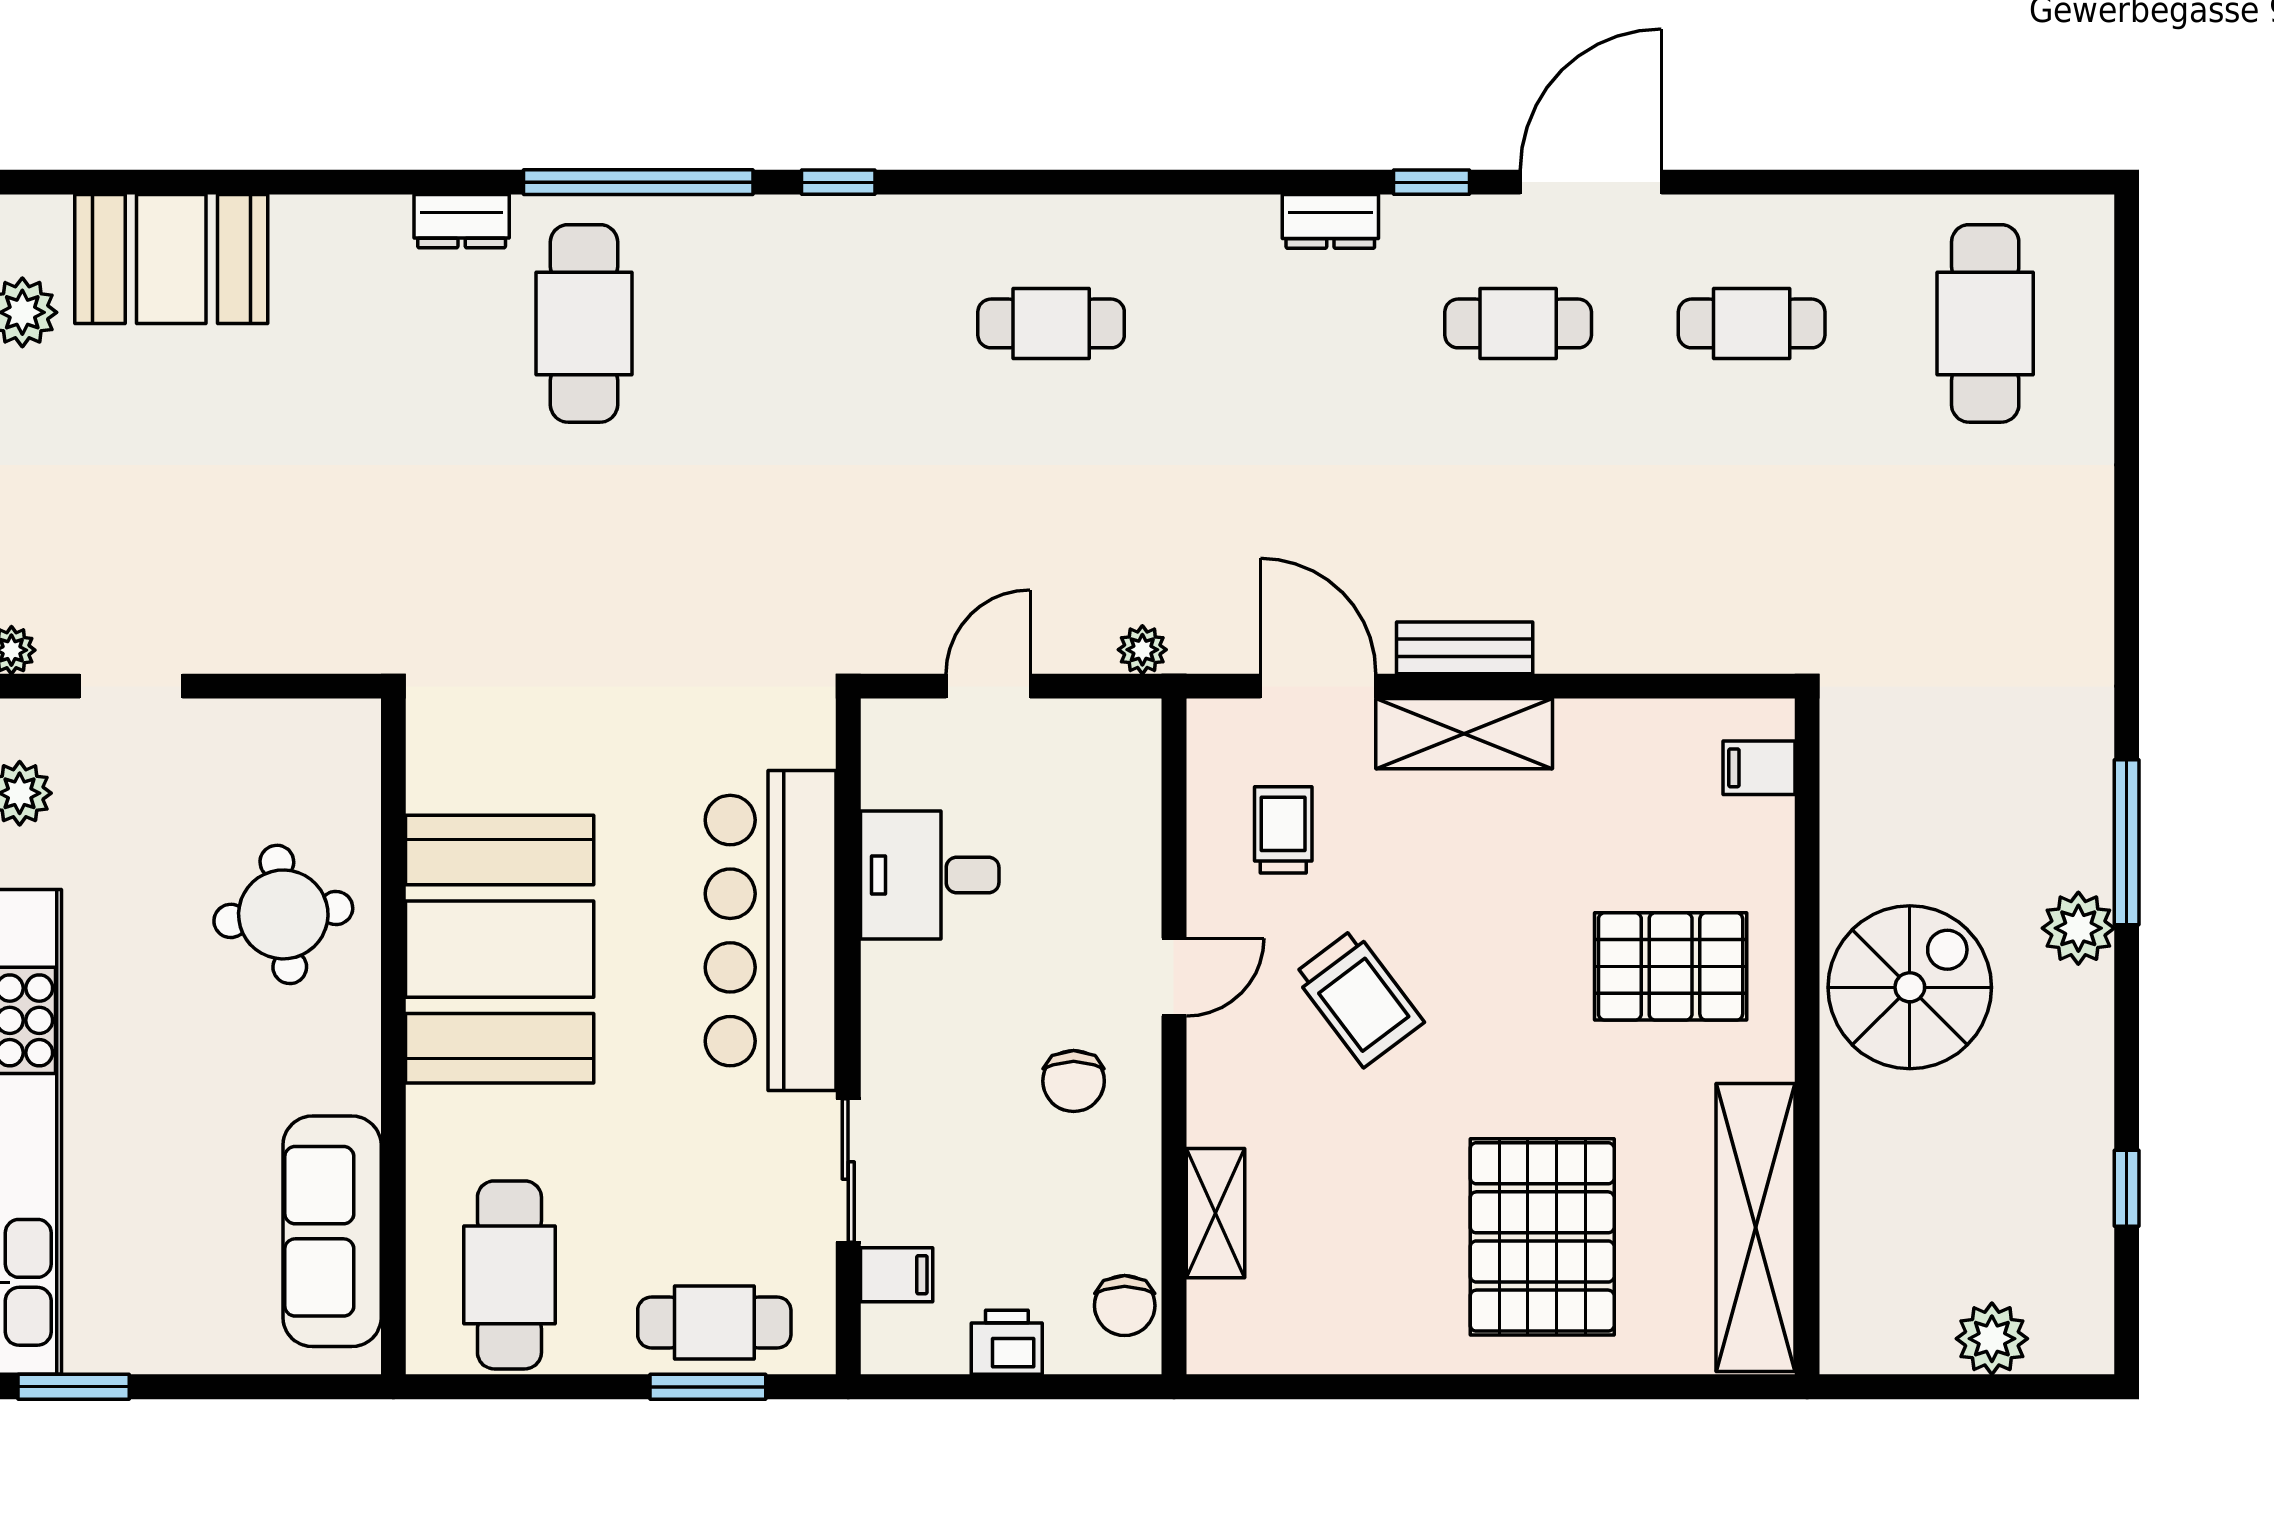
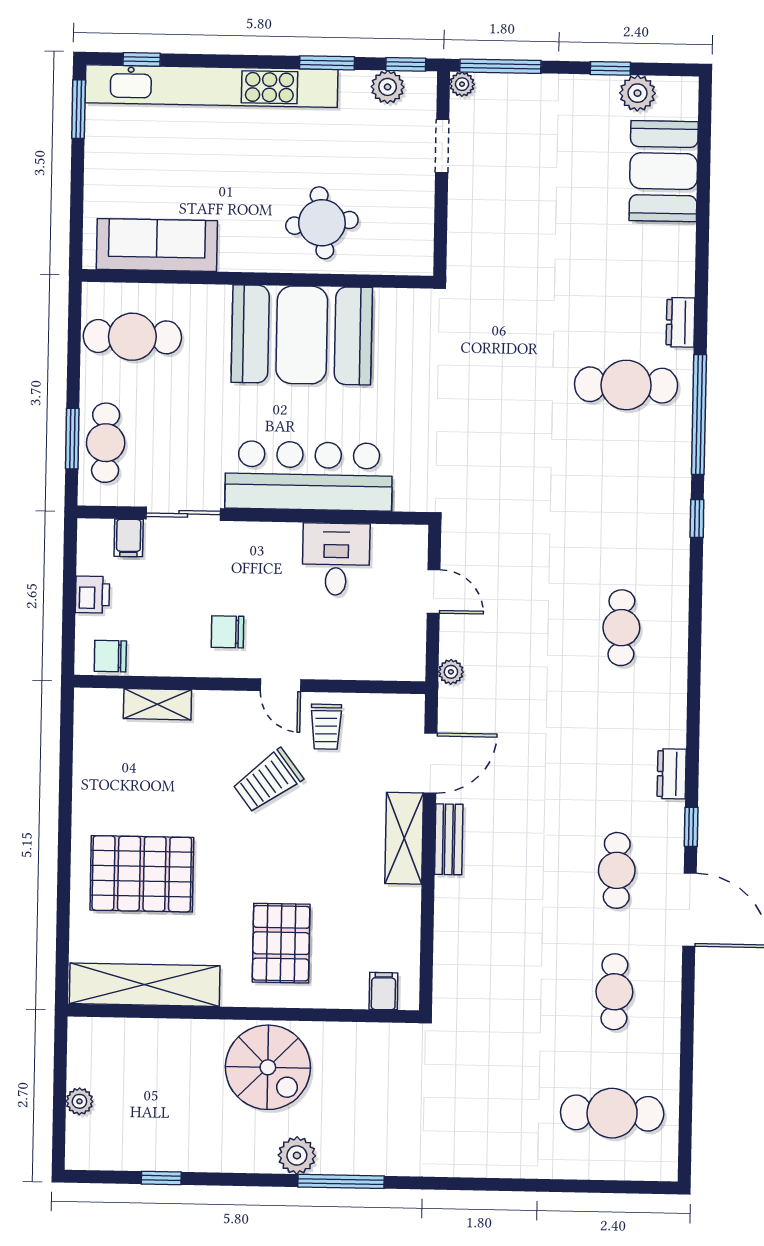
trolley: (1283, 830) -> (326, 727), moved, turned 90
plant: (1992, 1339) -> (79, 1101), width x0.73, depth x0.73

